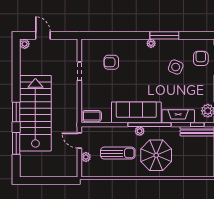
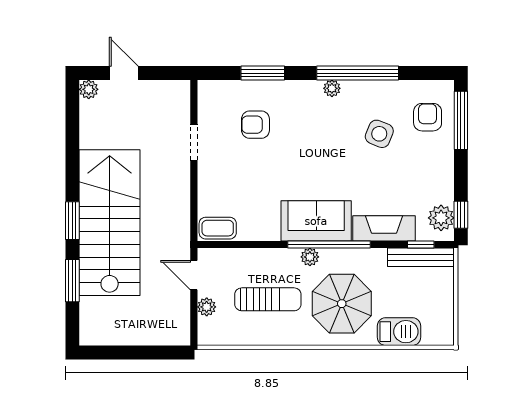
window: (115, 35) -> (263, 73), added
window: (164, 35) -> (358, 73), width x1.46
sofa: (136, 112) -> (316, 221), width x0.73
barbecue: (186, 170) -> (399, 332), added

